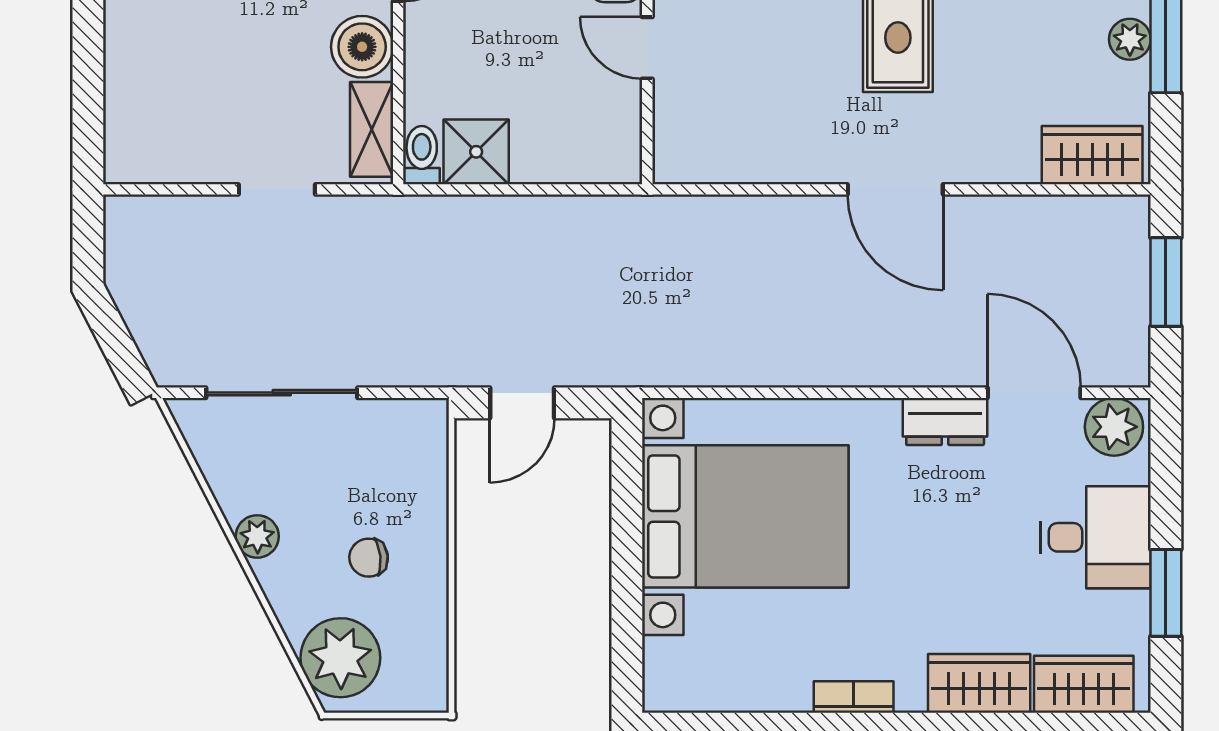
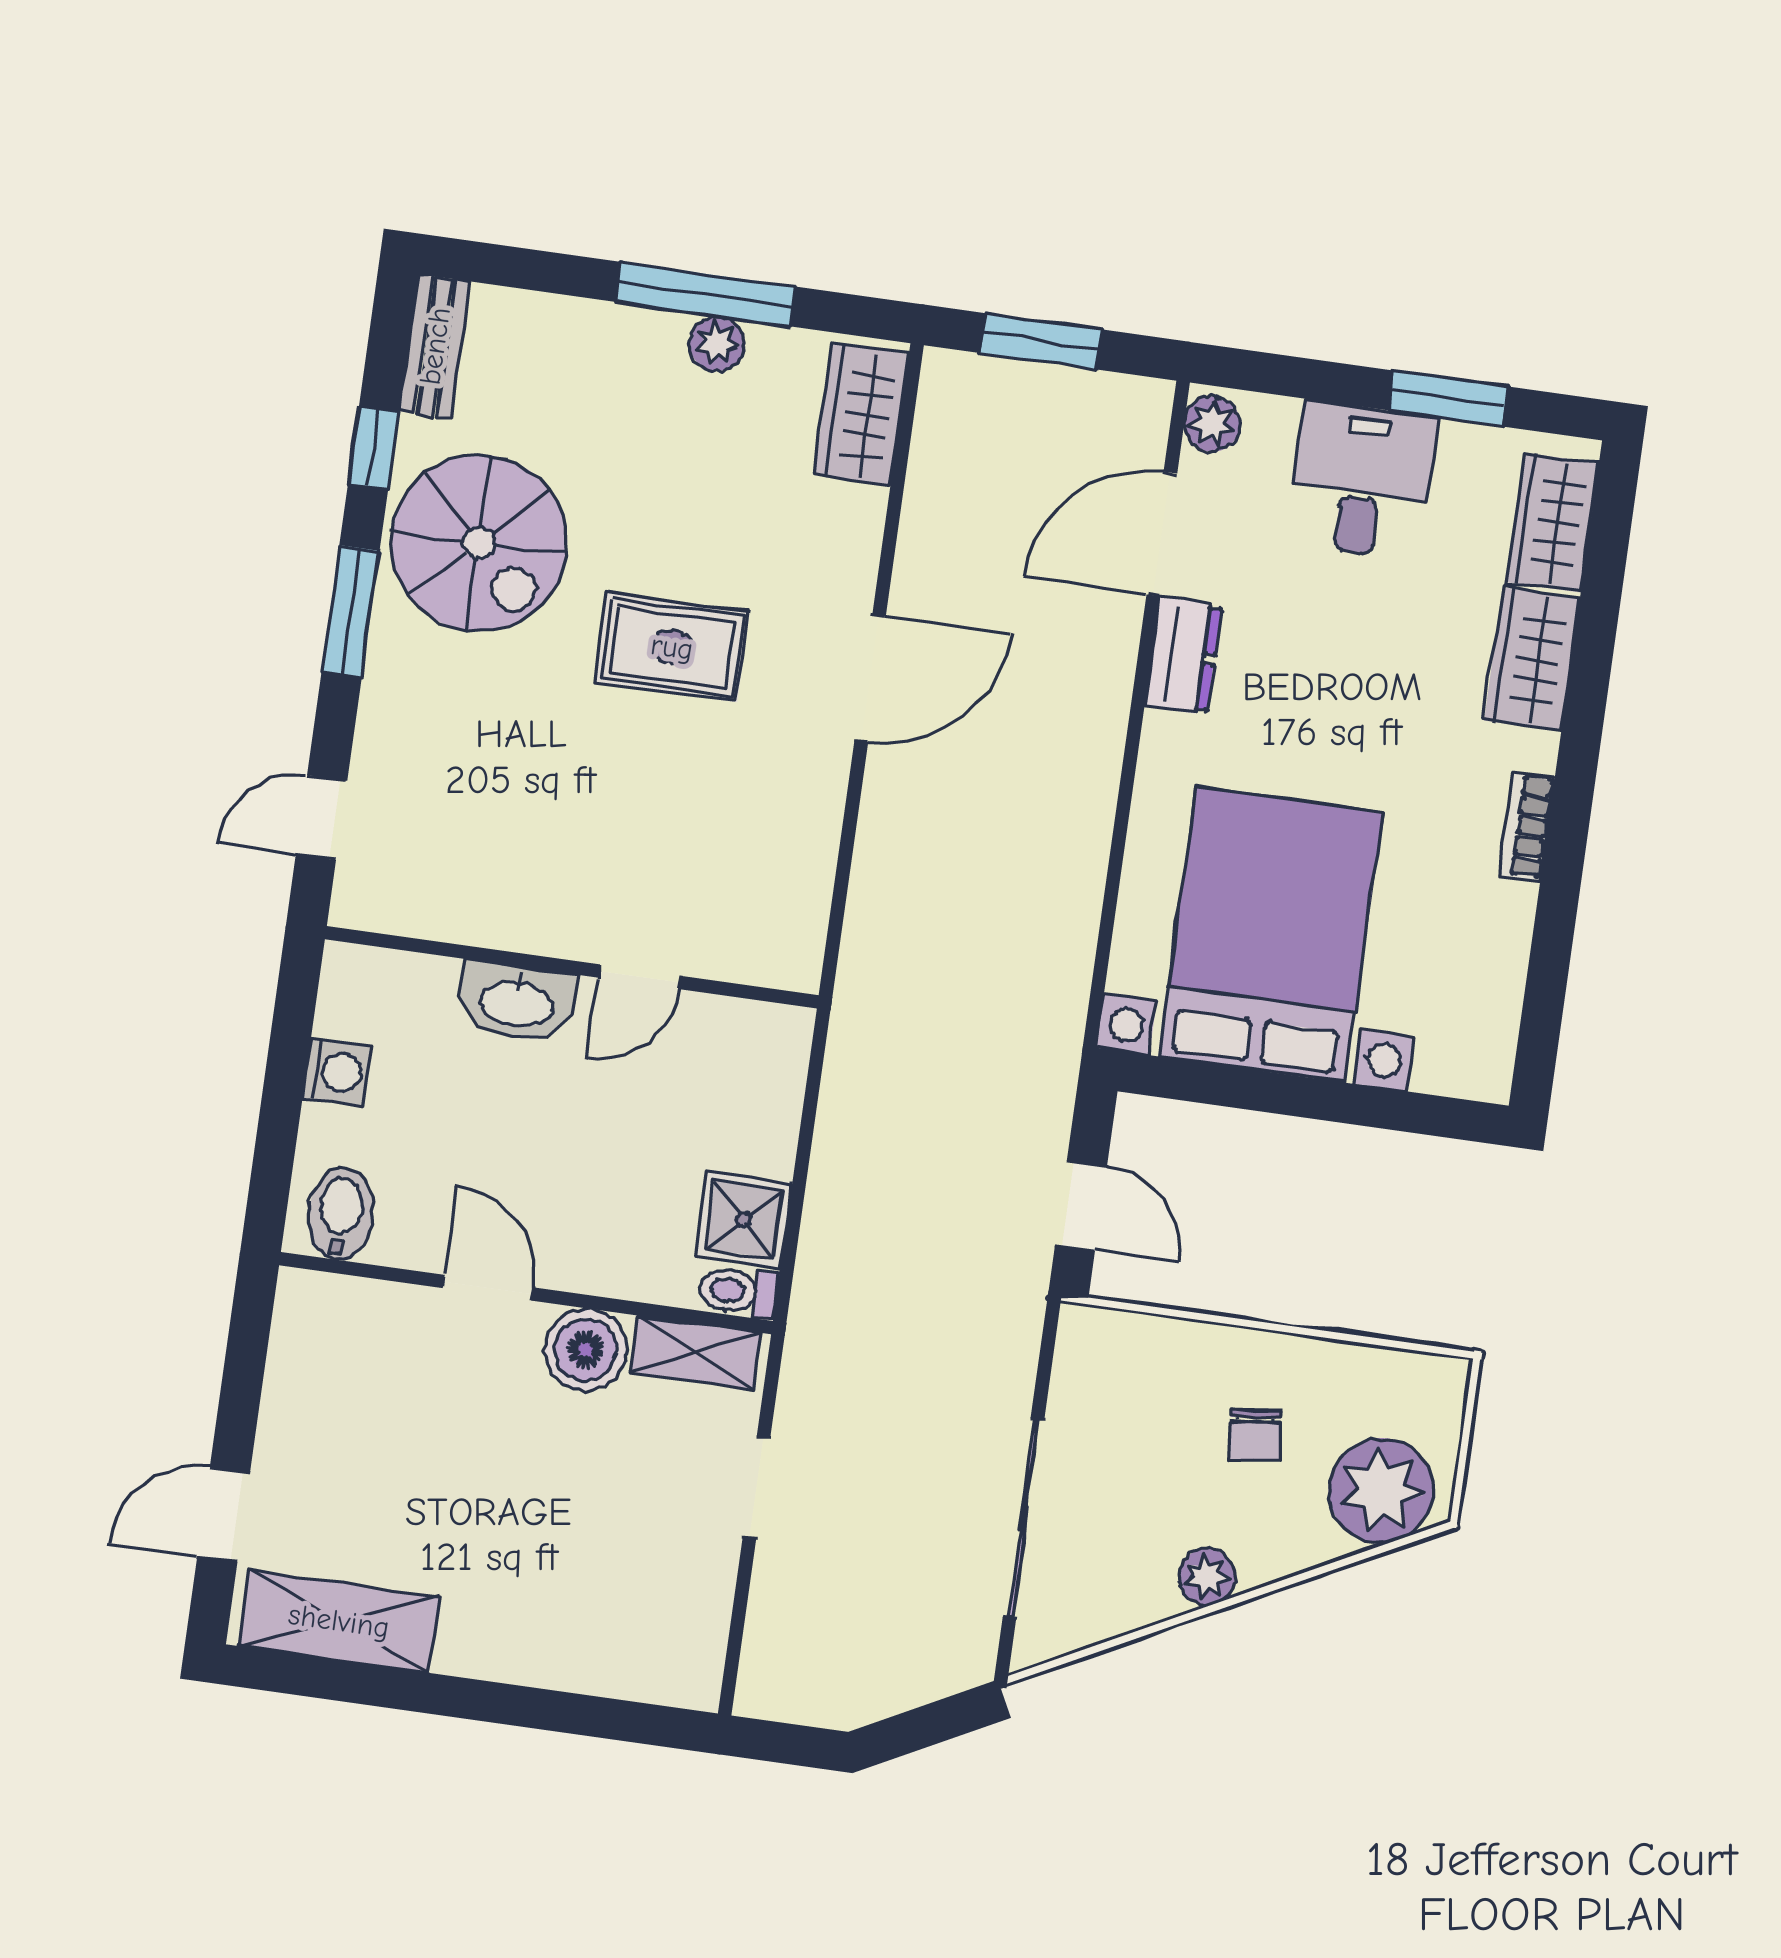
plant: (1114, 427) -> (1212, 424), width x0.73, depth x0.73

